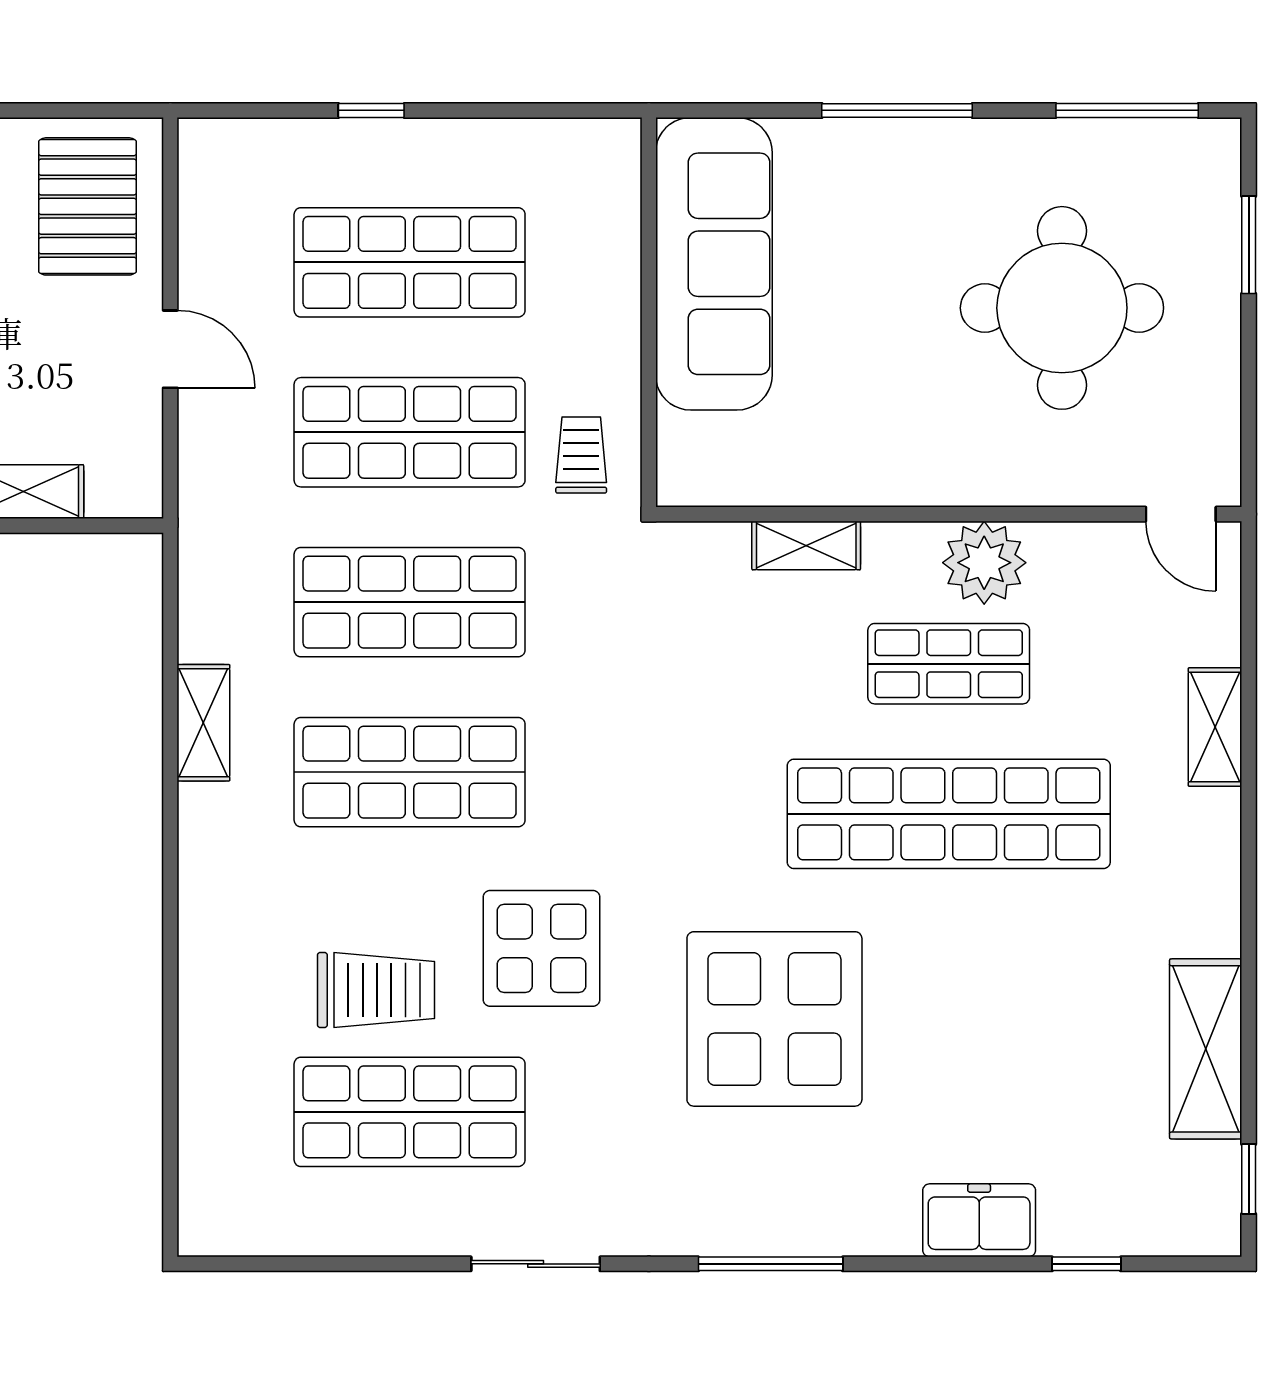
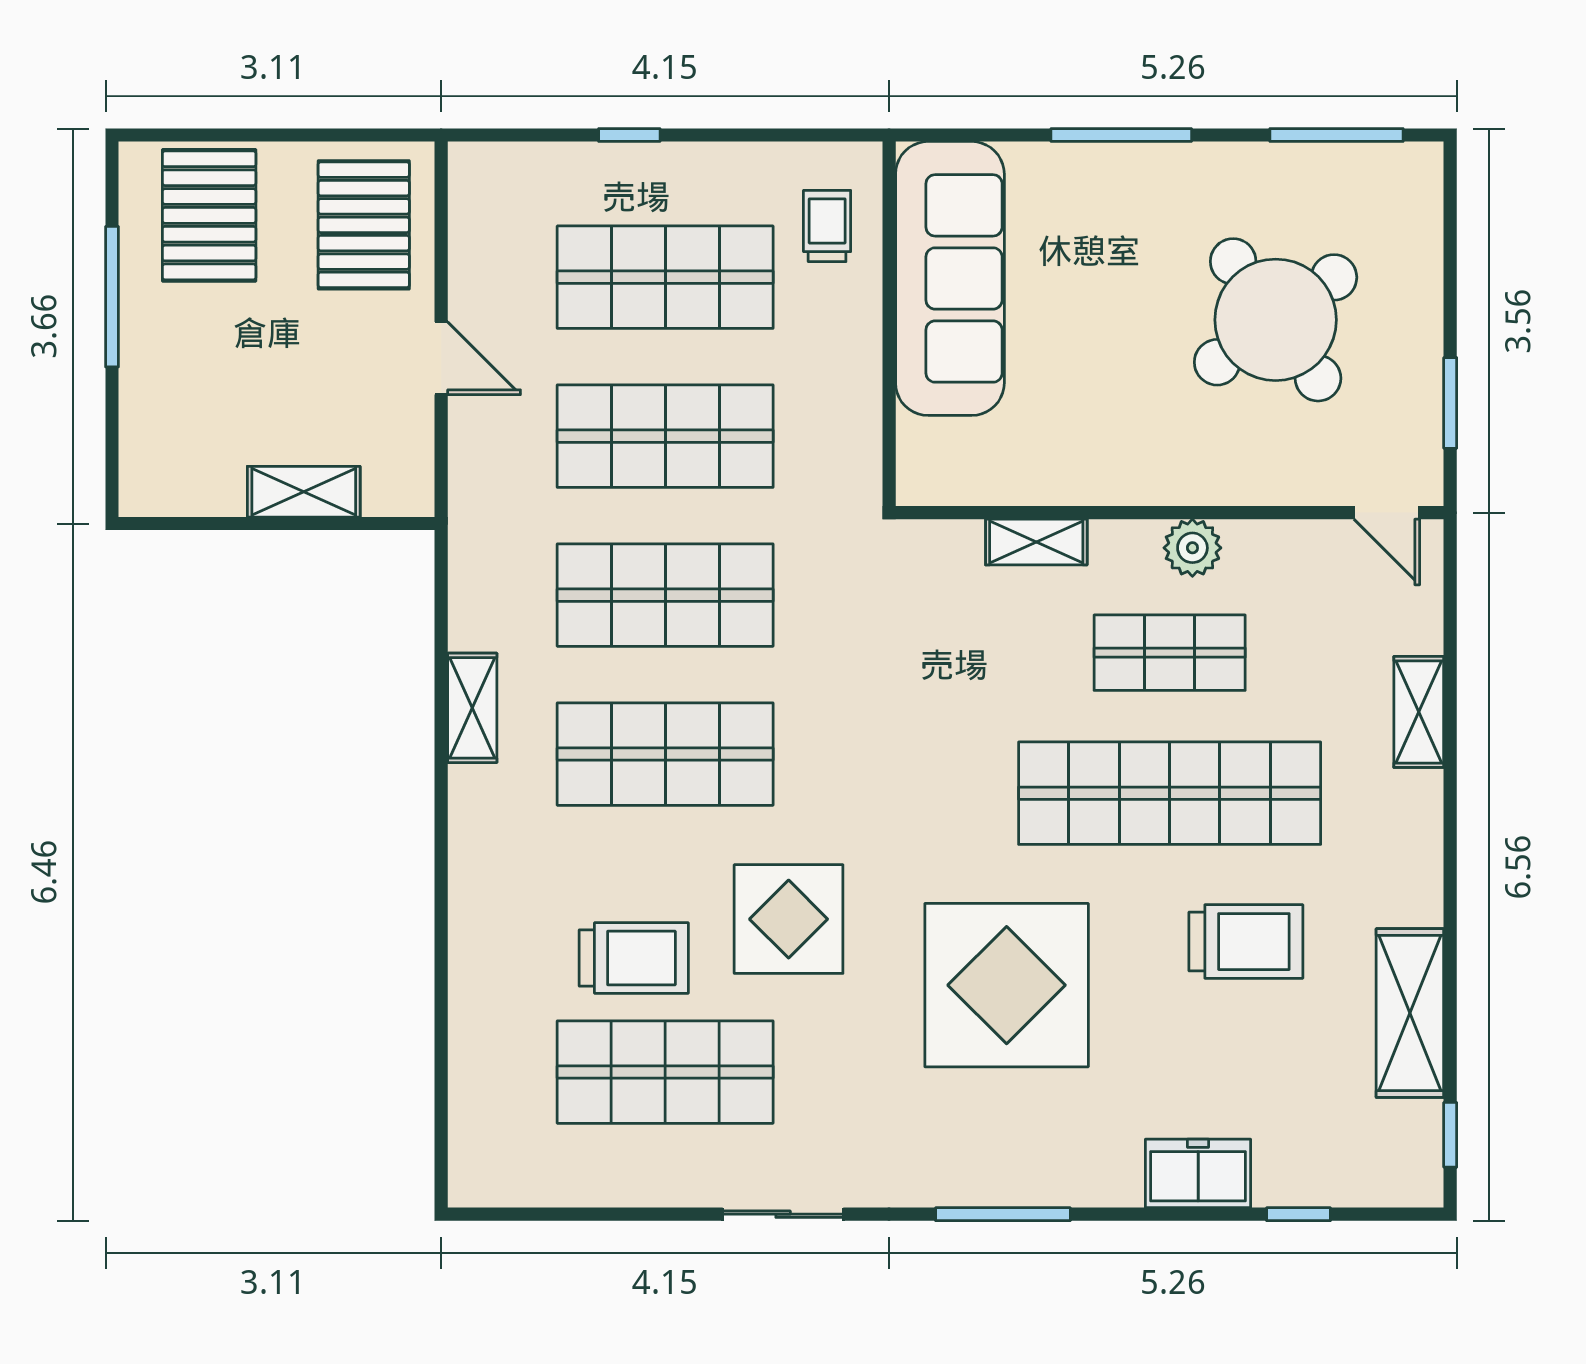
window: (1249, 245) -> (1450, 403), moved
round table: (1062, 308) -> (1276, 320), turned -36
trolley: (581, 455) -> (827, 226), moved
plant: (984, 563) -> (1192, 548), width x0.73, depth x0.73
trolley: (1030, 972) -> (1246, 942), added

